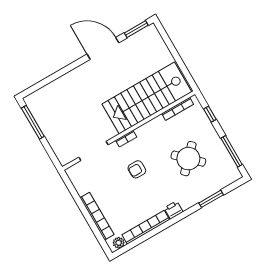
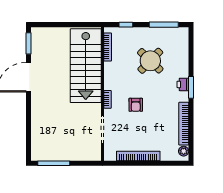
window: (211, 199) -> (191, 87), moved
printer: (174, 210) -> (183, 84), moved
bookcase: (97, 216) -> (138, 156), moved

